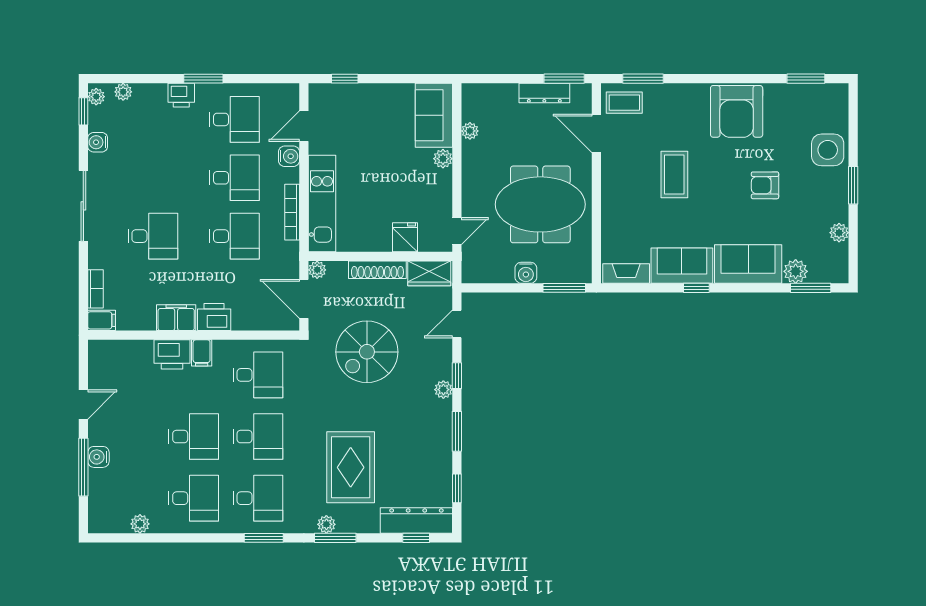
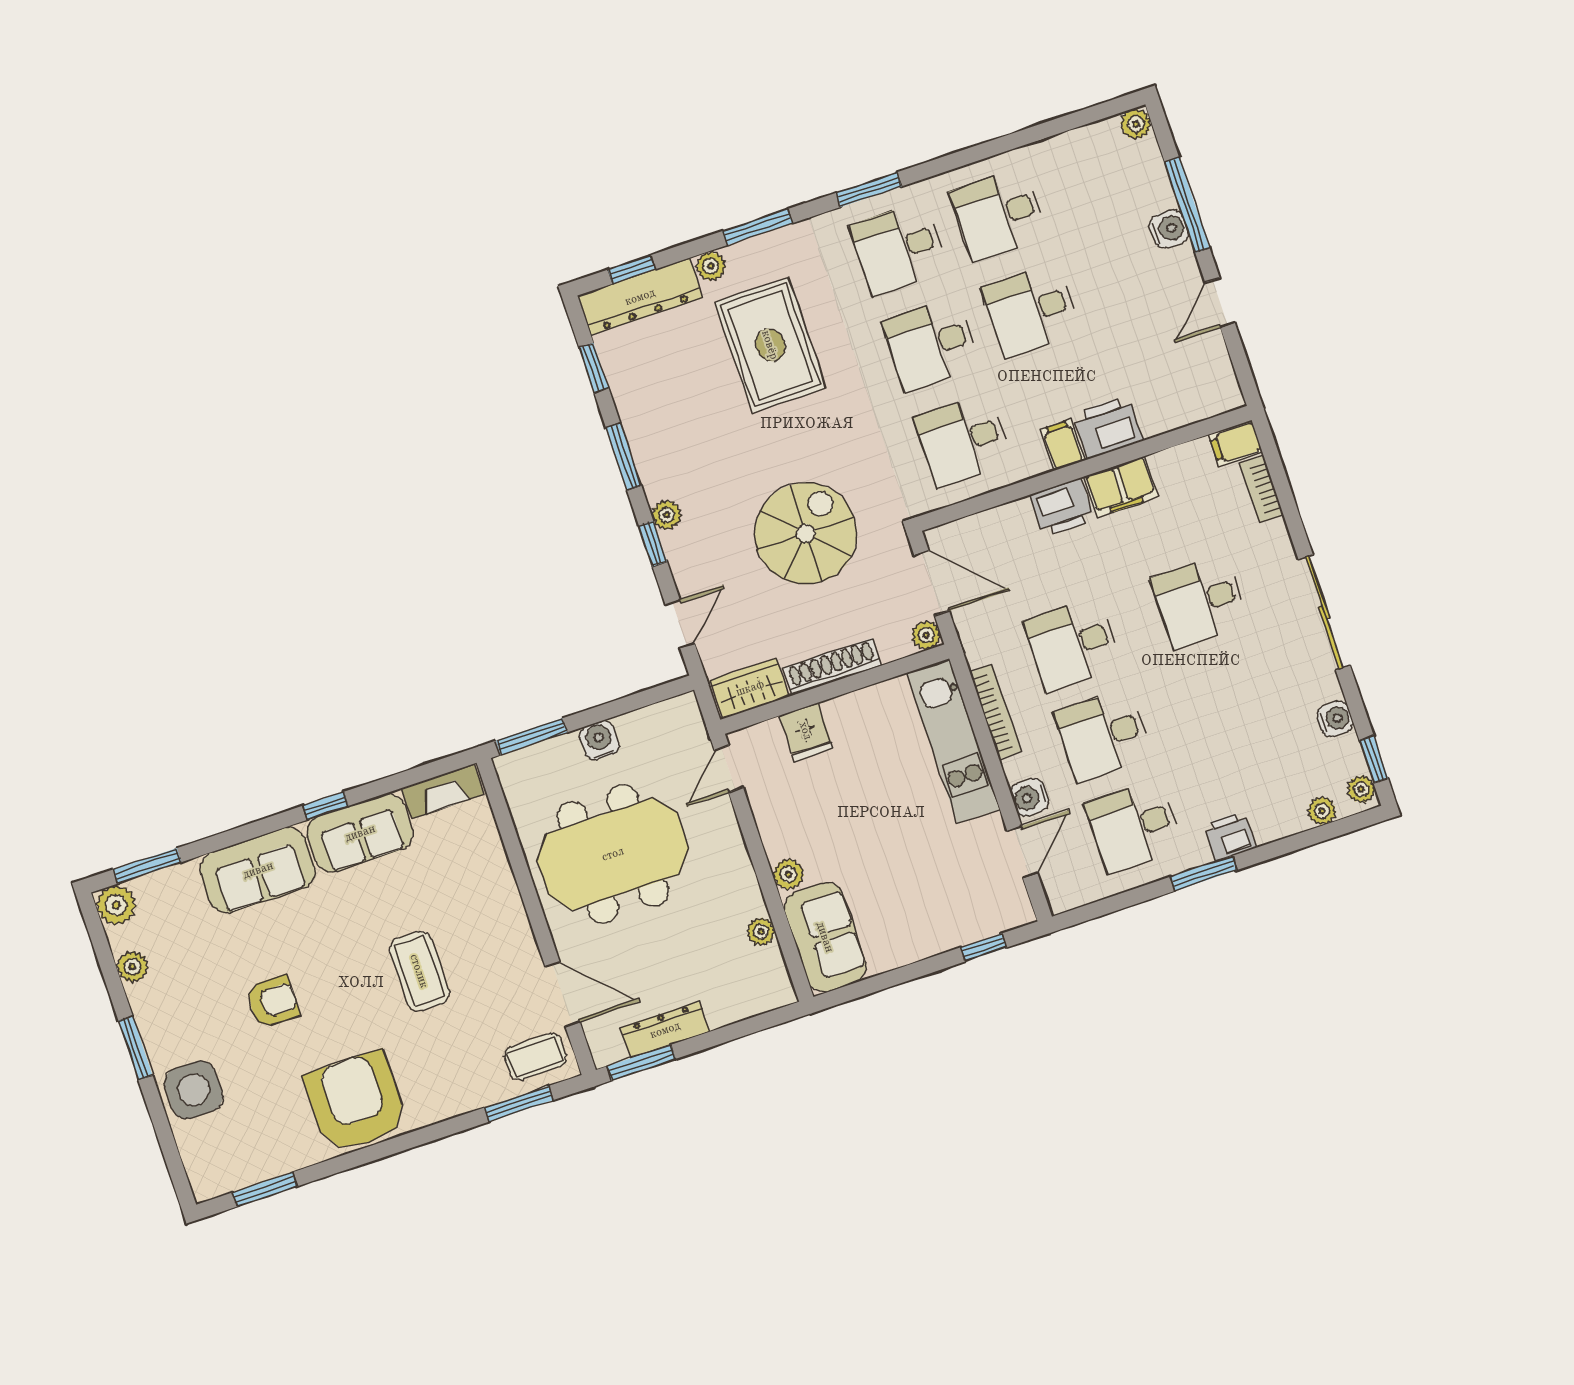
plant: (796, 271) -> (116, 905), moved
plant: (140, 524) -> (1136, 124), moved
plant: (326, 524) -> (711, 266), moved

